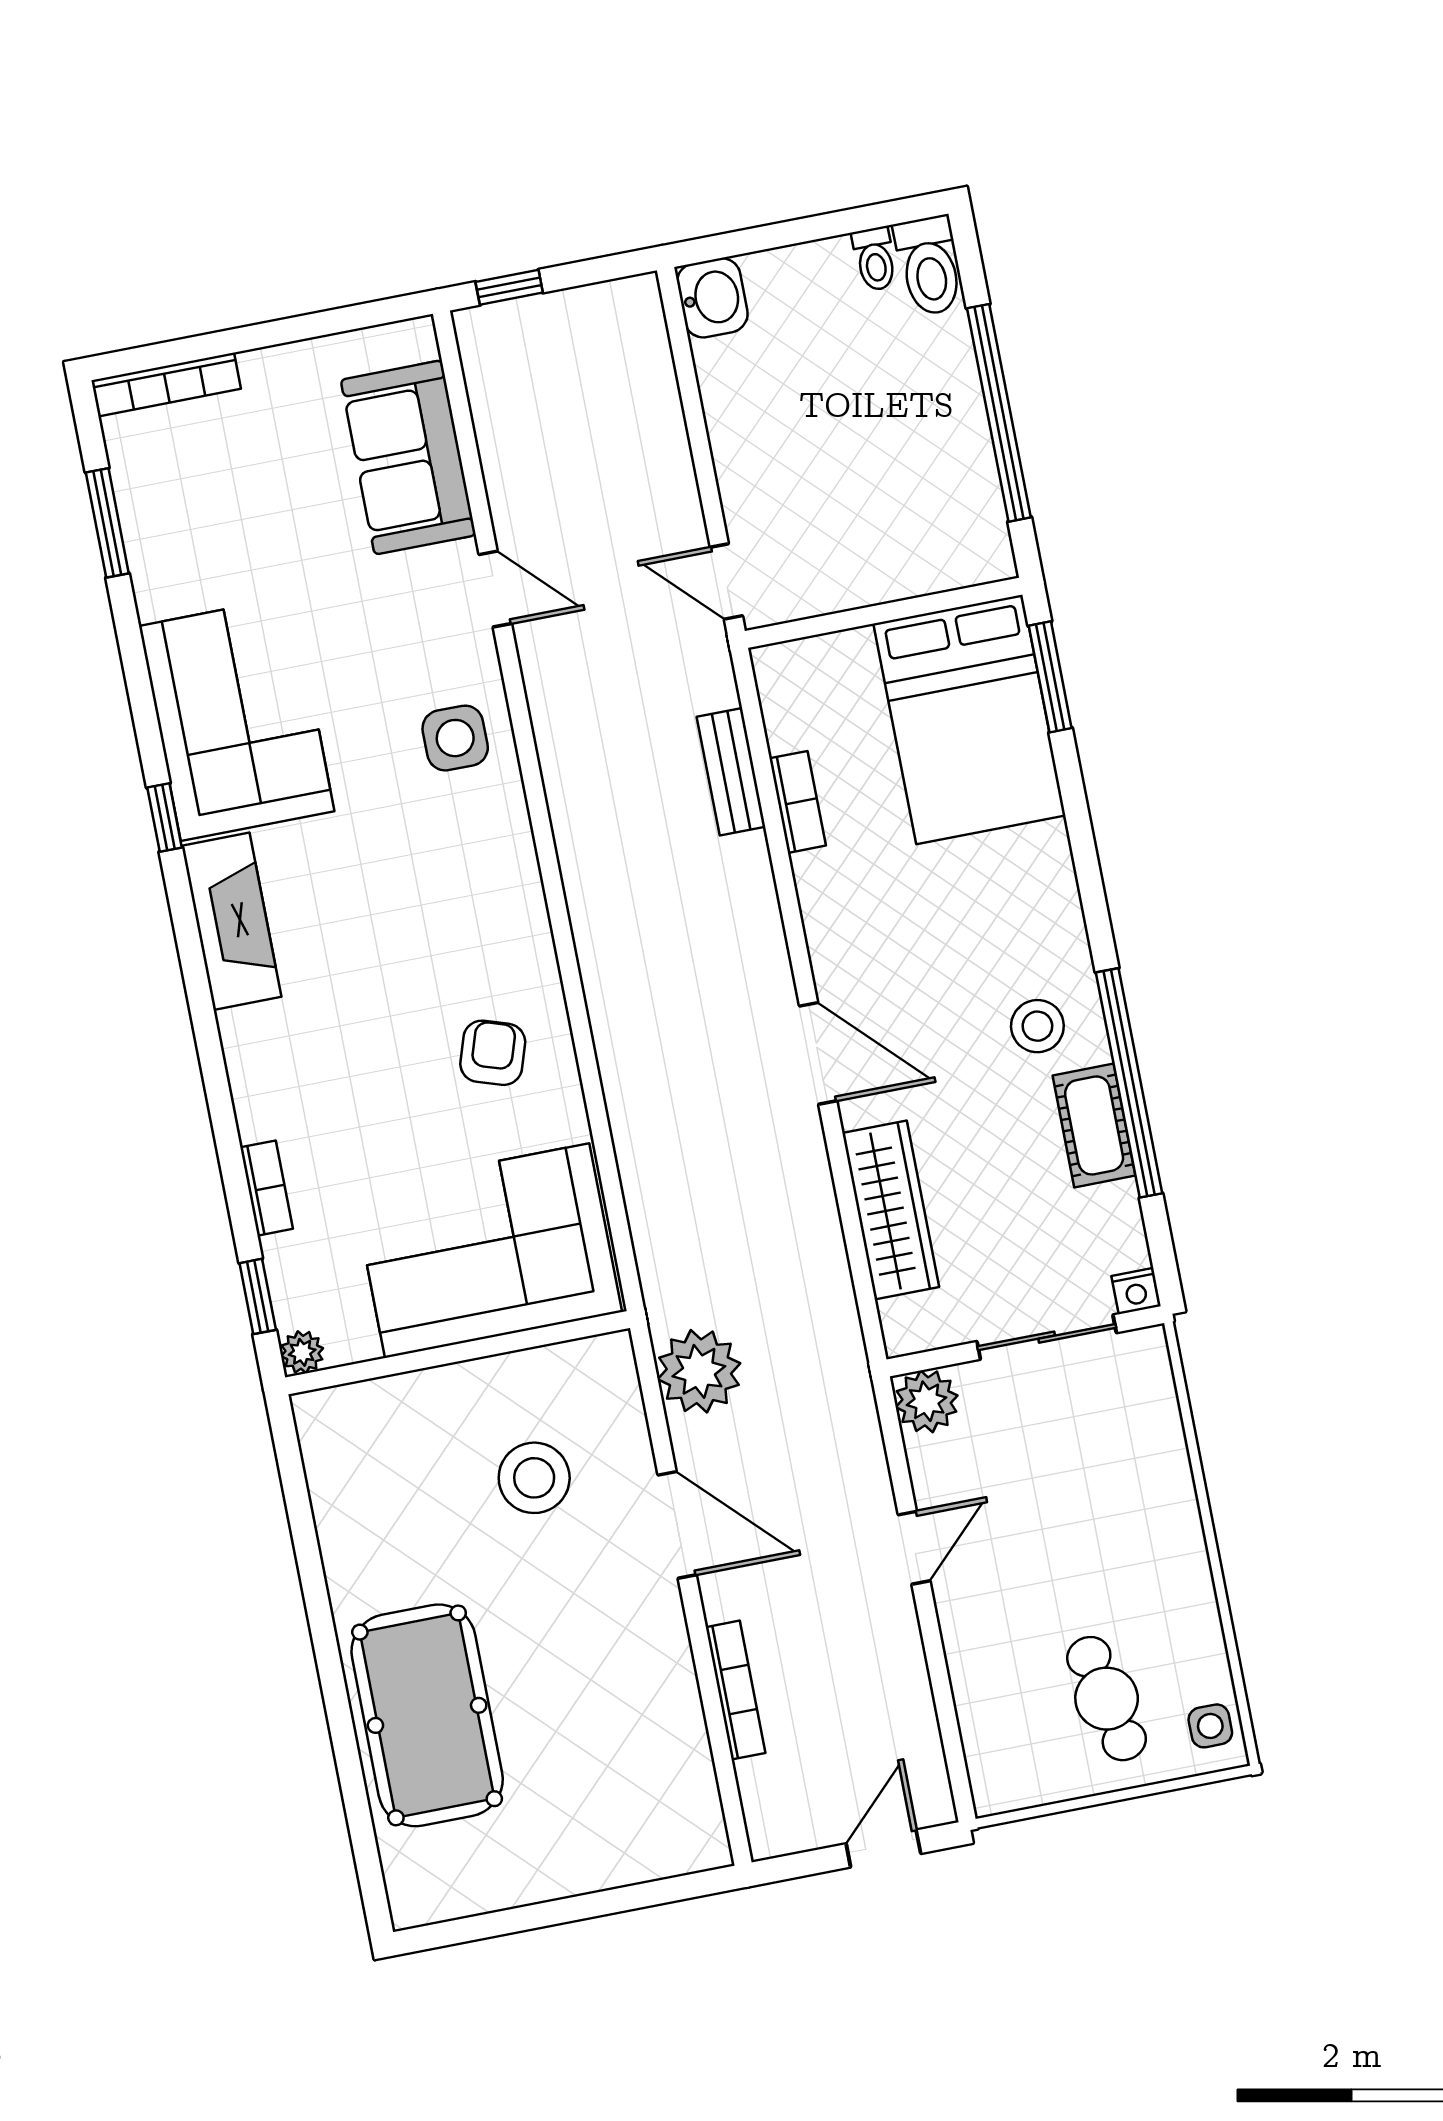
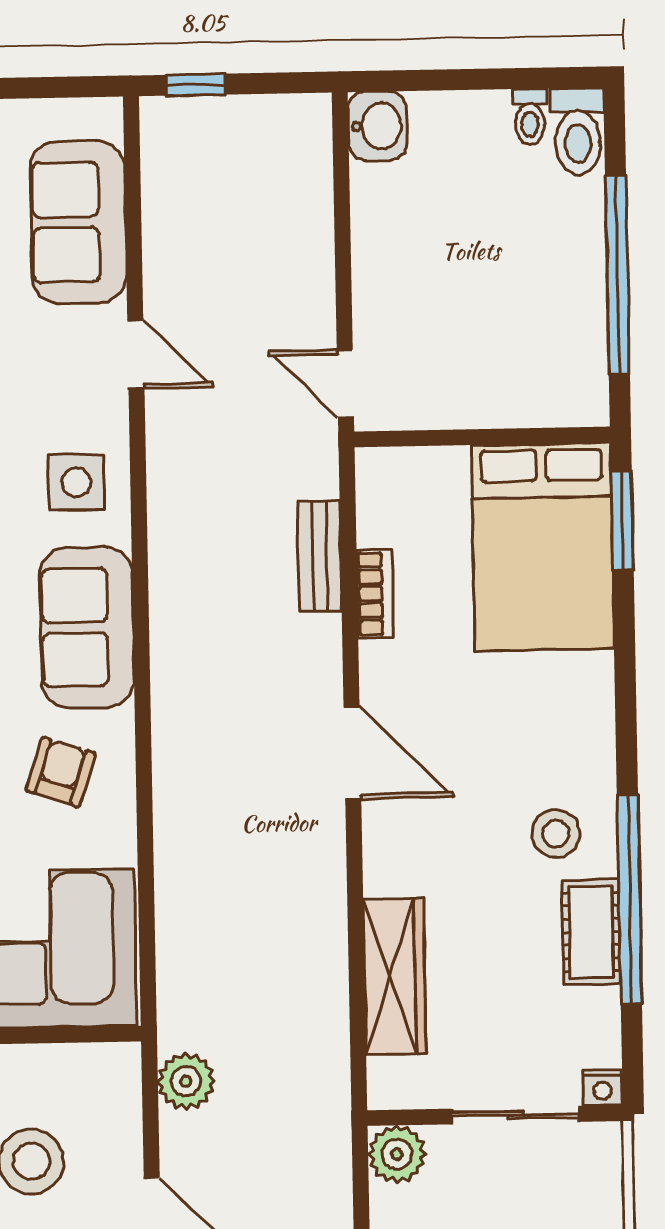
sofa: (494, 892) -> (87, 627), added
door: (818, 1053) -> (352, 753), moved
plant: (699, 1371) -> (186, 1081), width x0.73, depth x0.73

